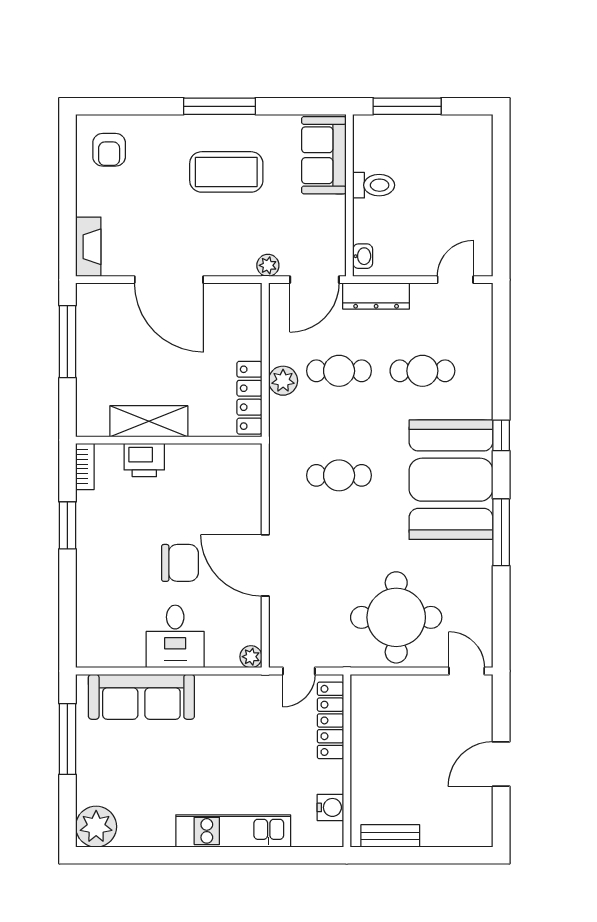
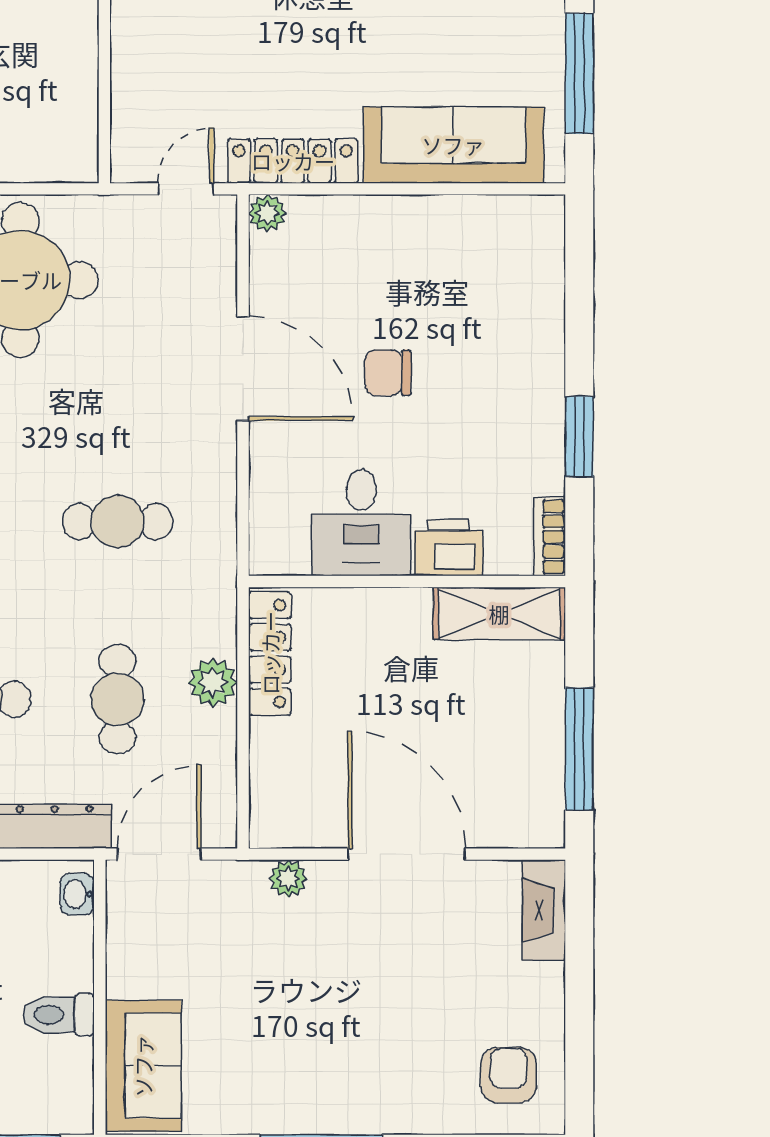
coffee table: (226, 172) -> (309, 1037), removed
plant: (268, 265) -> (288, 878), moved
cafe table: (339, 371) -> (118, 699), turned 90
shelving: (149, 421) -> (499, 614), moved
chair: (180, 563) -> (388, 373), width x0.73, depth x0.73
desk: (175, 636) -> (361, 523), moved, turned 180
locker: (330, 720) -> (293, 161), moved, turned -90

